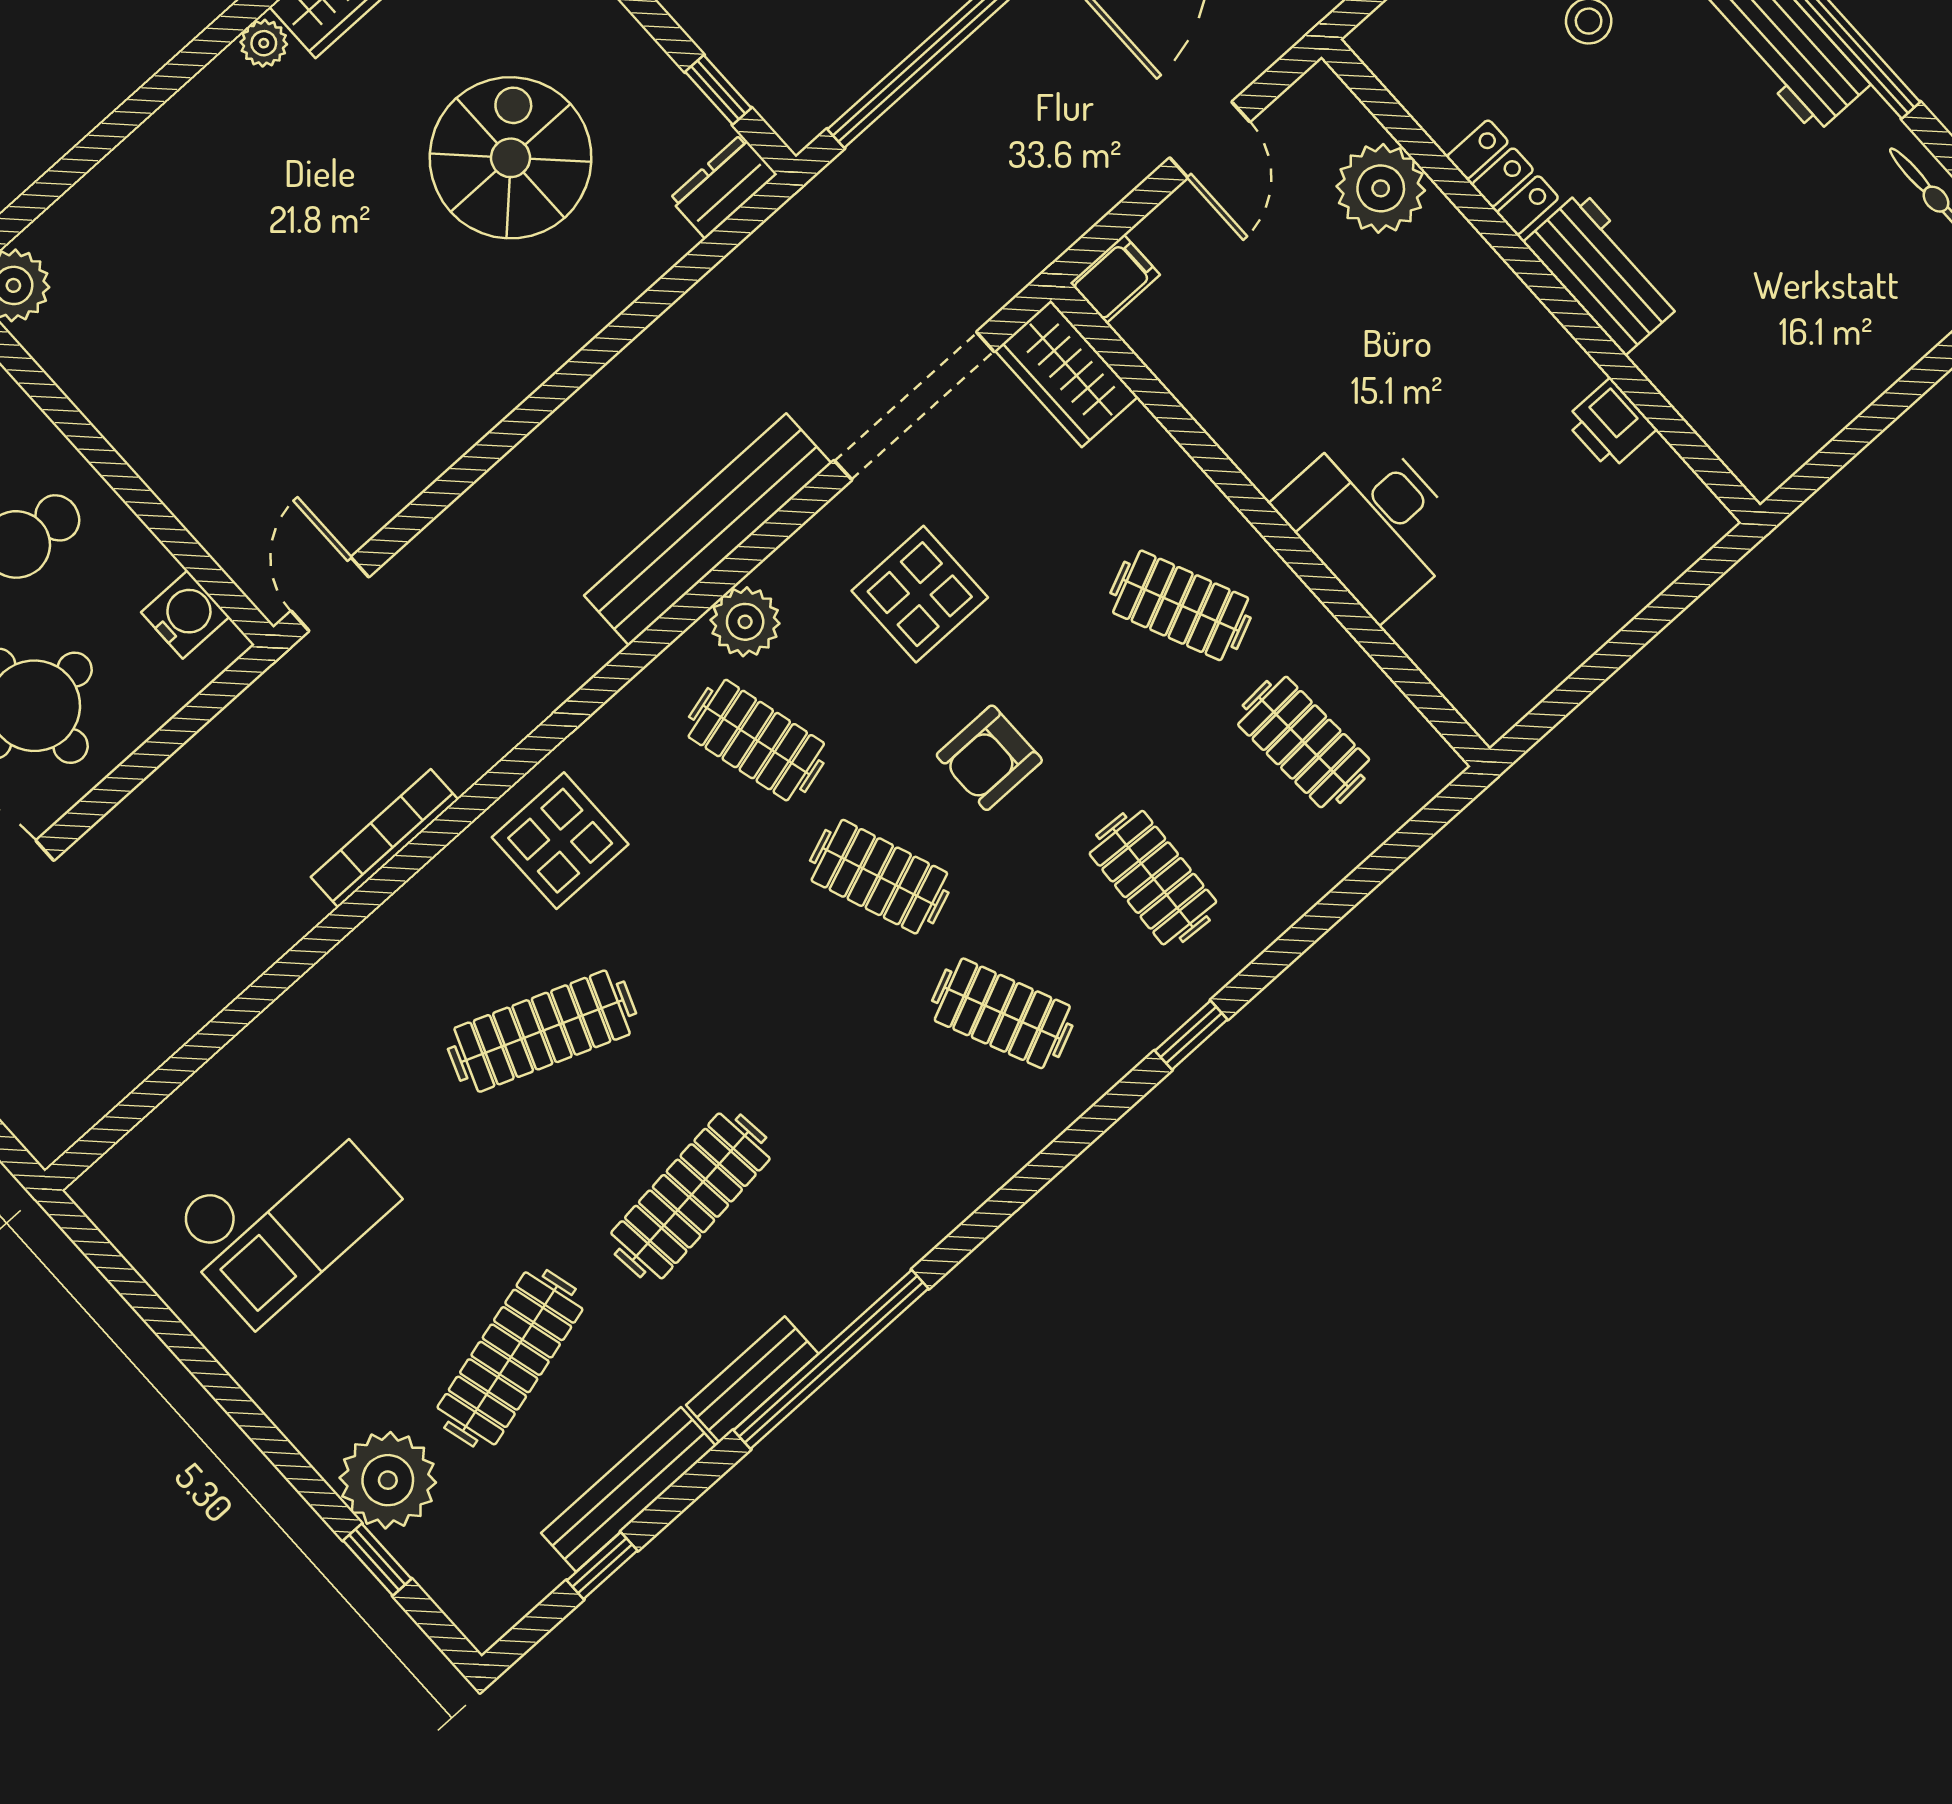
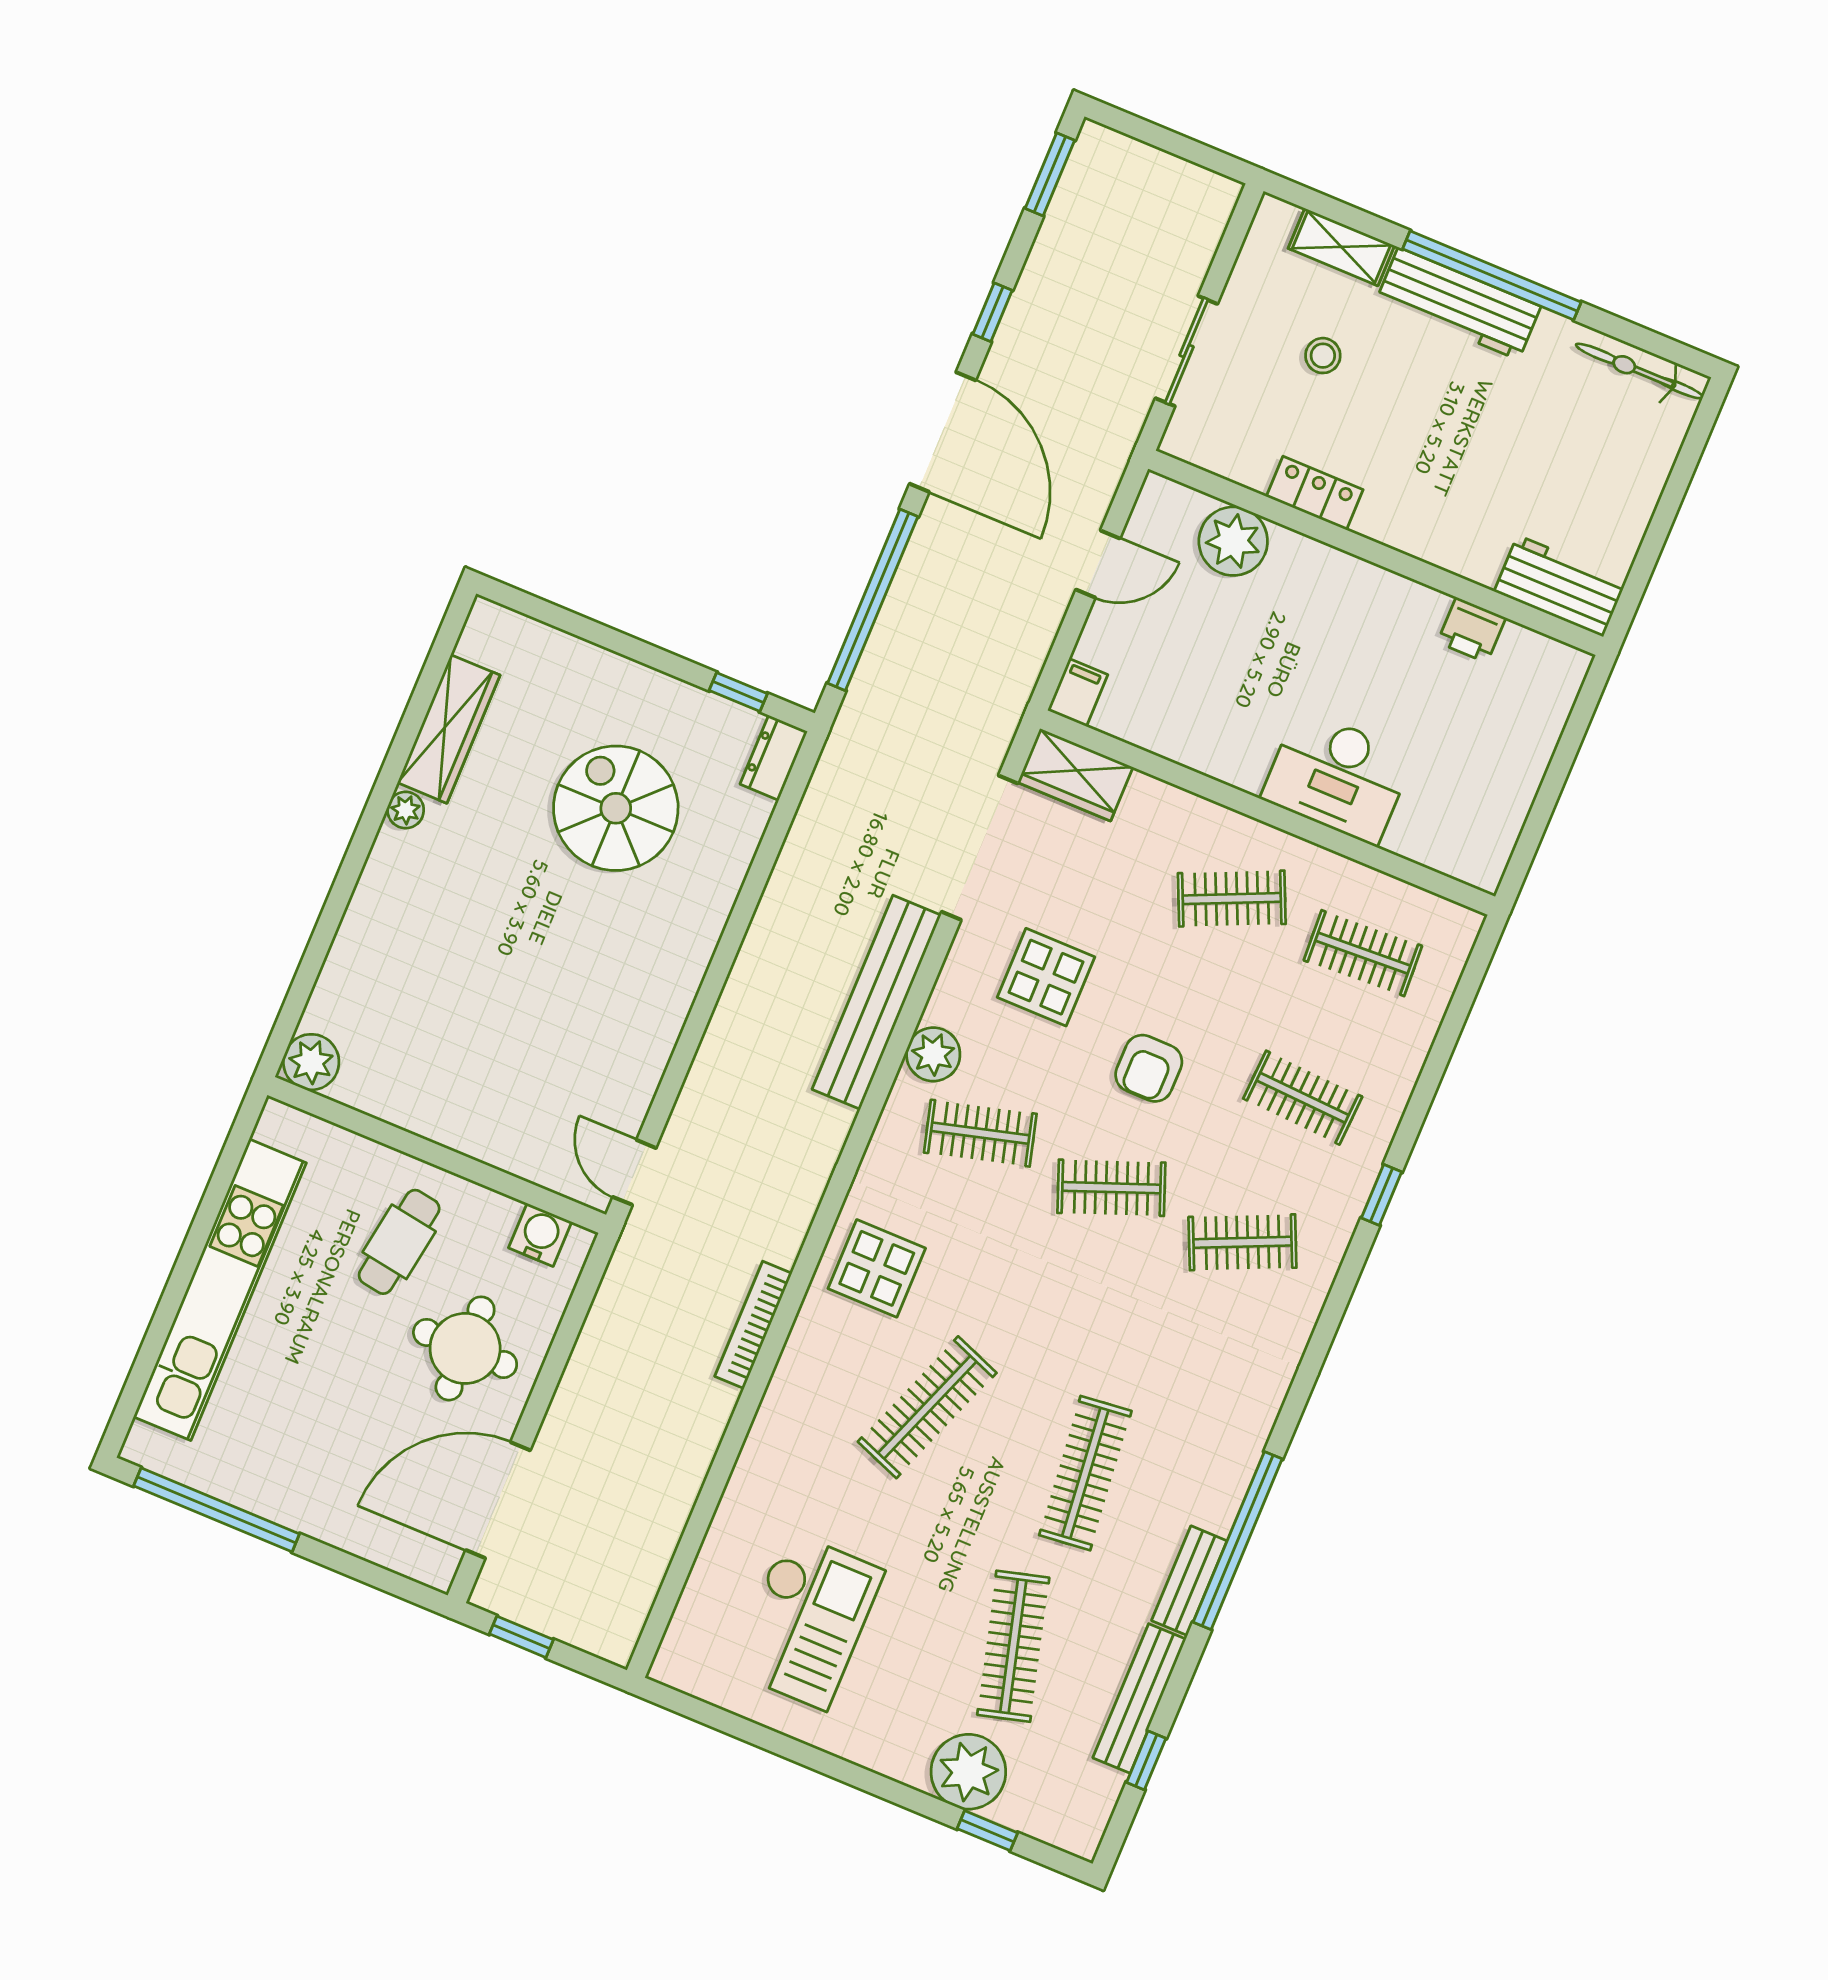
door: (1210, 140) -> (1098, 564), hinge flipped
workbench: (1603, 272) -> (1560, 586), moved

